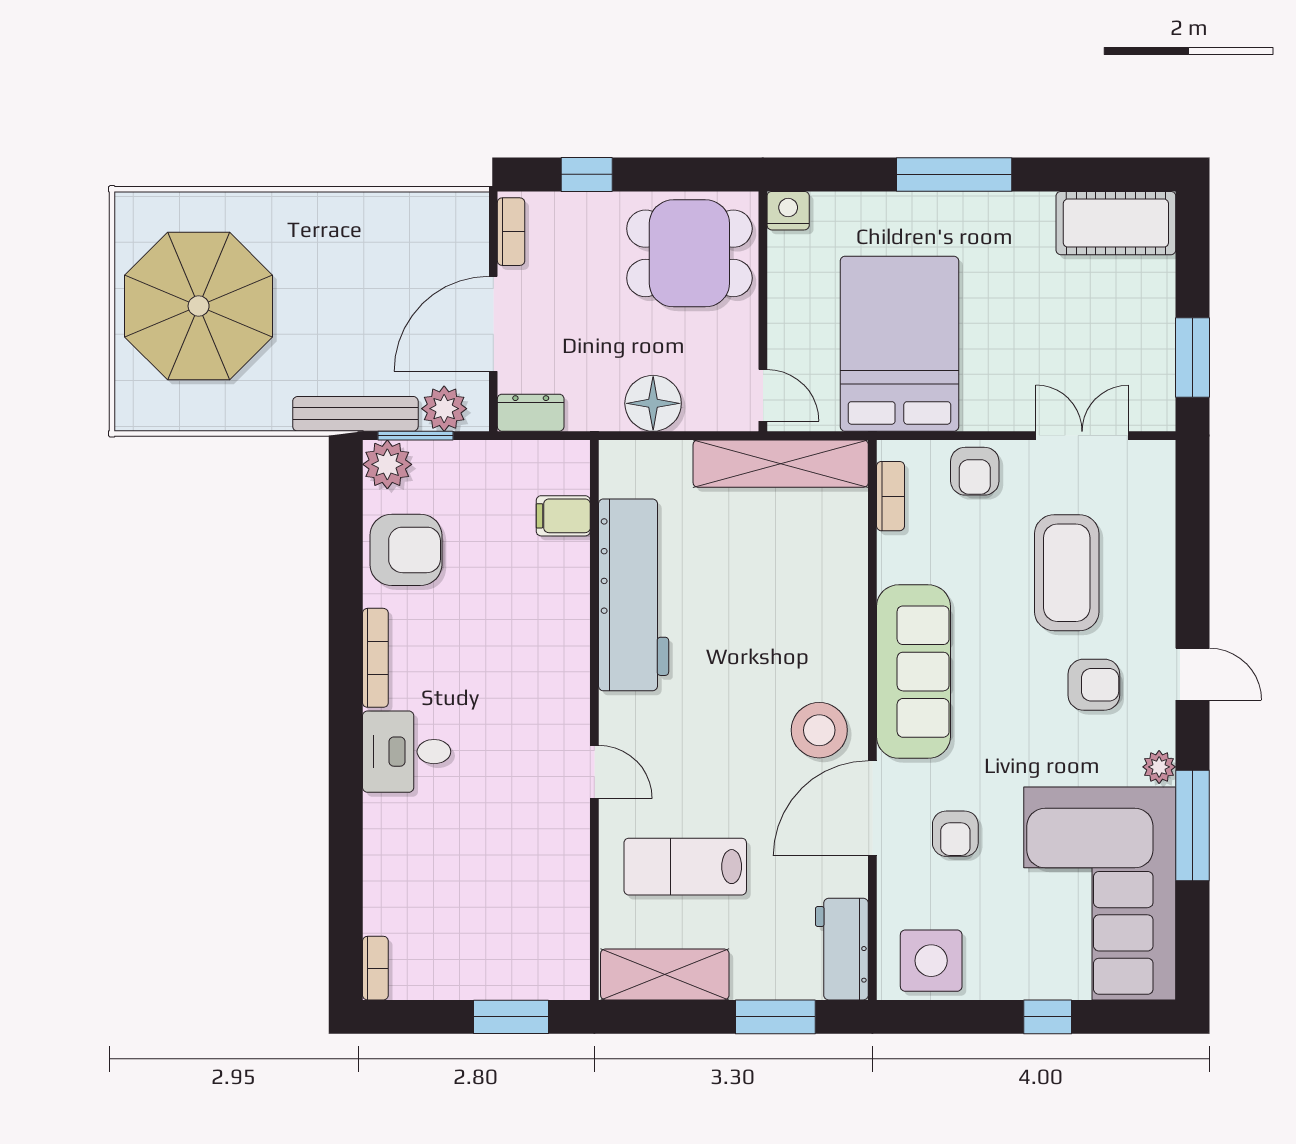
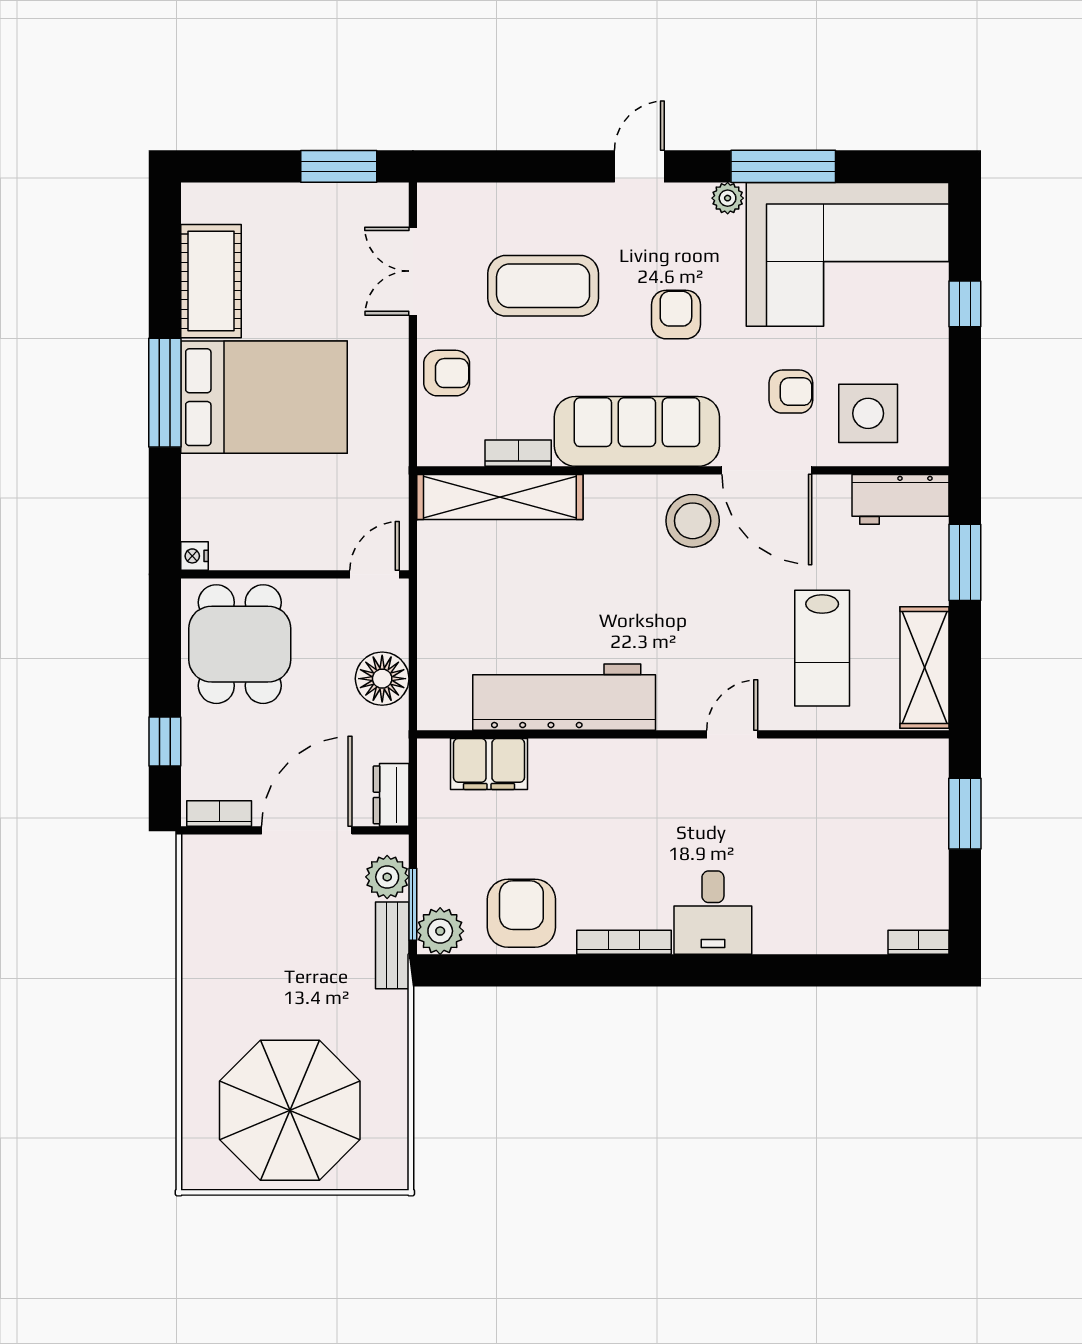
nightstand: (788, 211) -> (194, 556), width x0.72, depth x0.74
cot: (1116, 223) -> (211, 281), moved
door: (493, 324) -> (307, 830), swing flipped
bed: (899, 344) -> (264, 397), moved, turned 180
bench: (355, 414) -> (392, 945), width x0.73
shelving: (781, 464) -> (500, 497), moved, turned 90
bookcase: (890, 496) -> (518, 453), moved
filing cabinet: (563, 516) -> (489, 764), width x2.00
armchair: (1094, 685) -> (676, 315), moved
side table: (931, 961) -> (868, 413), moved

